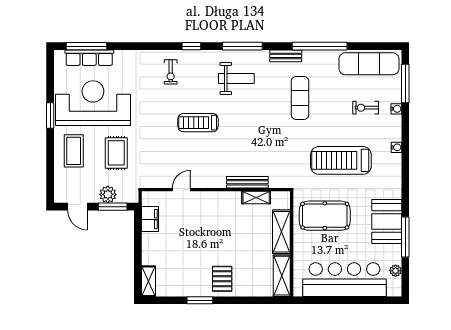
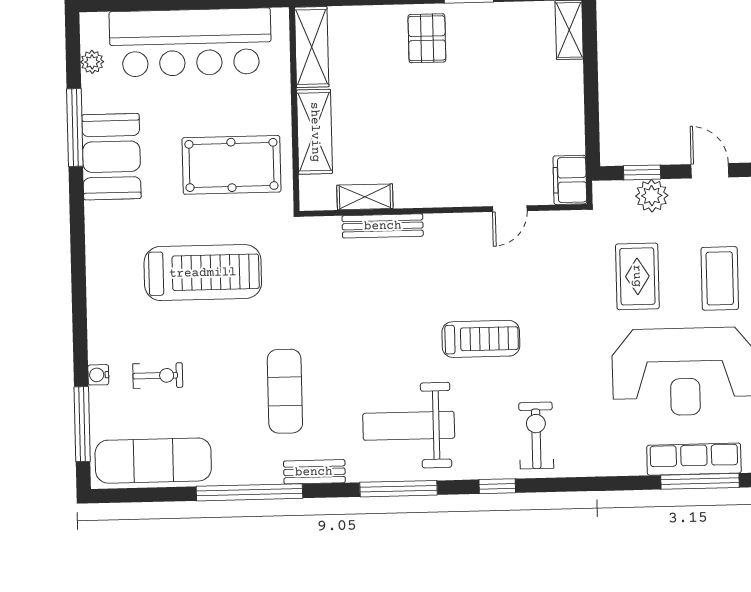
exercise bike: (171, 72) -> (536, 436), width x1.38, depth x1.39
weight bench: (236, 79) -> (409, 426), width x1.36, depth x1.33
water cooler: (396, 147) -> (96, 300), removed
window: (113, 207) -> (642, 172), width x0.67
filing cabinet: (150, 219) -> (570, 180), moved

